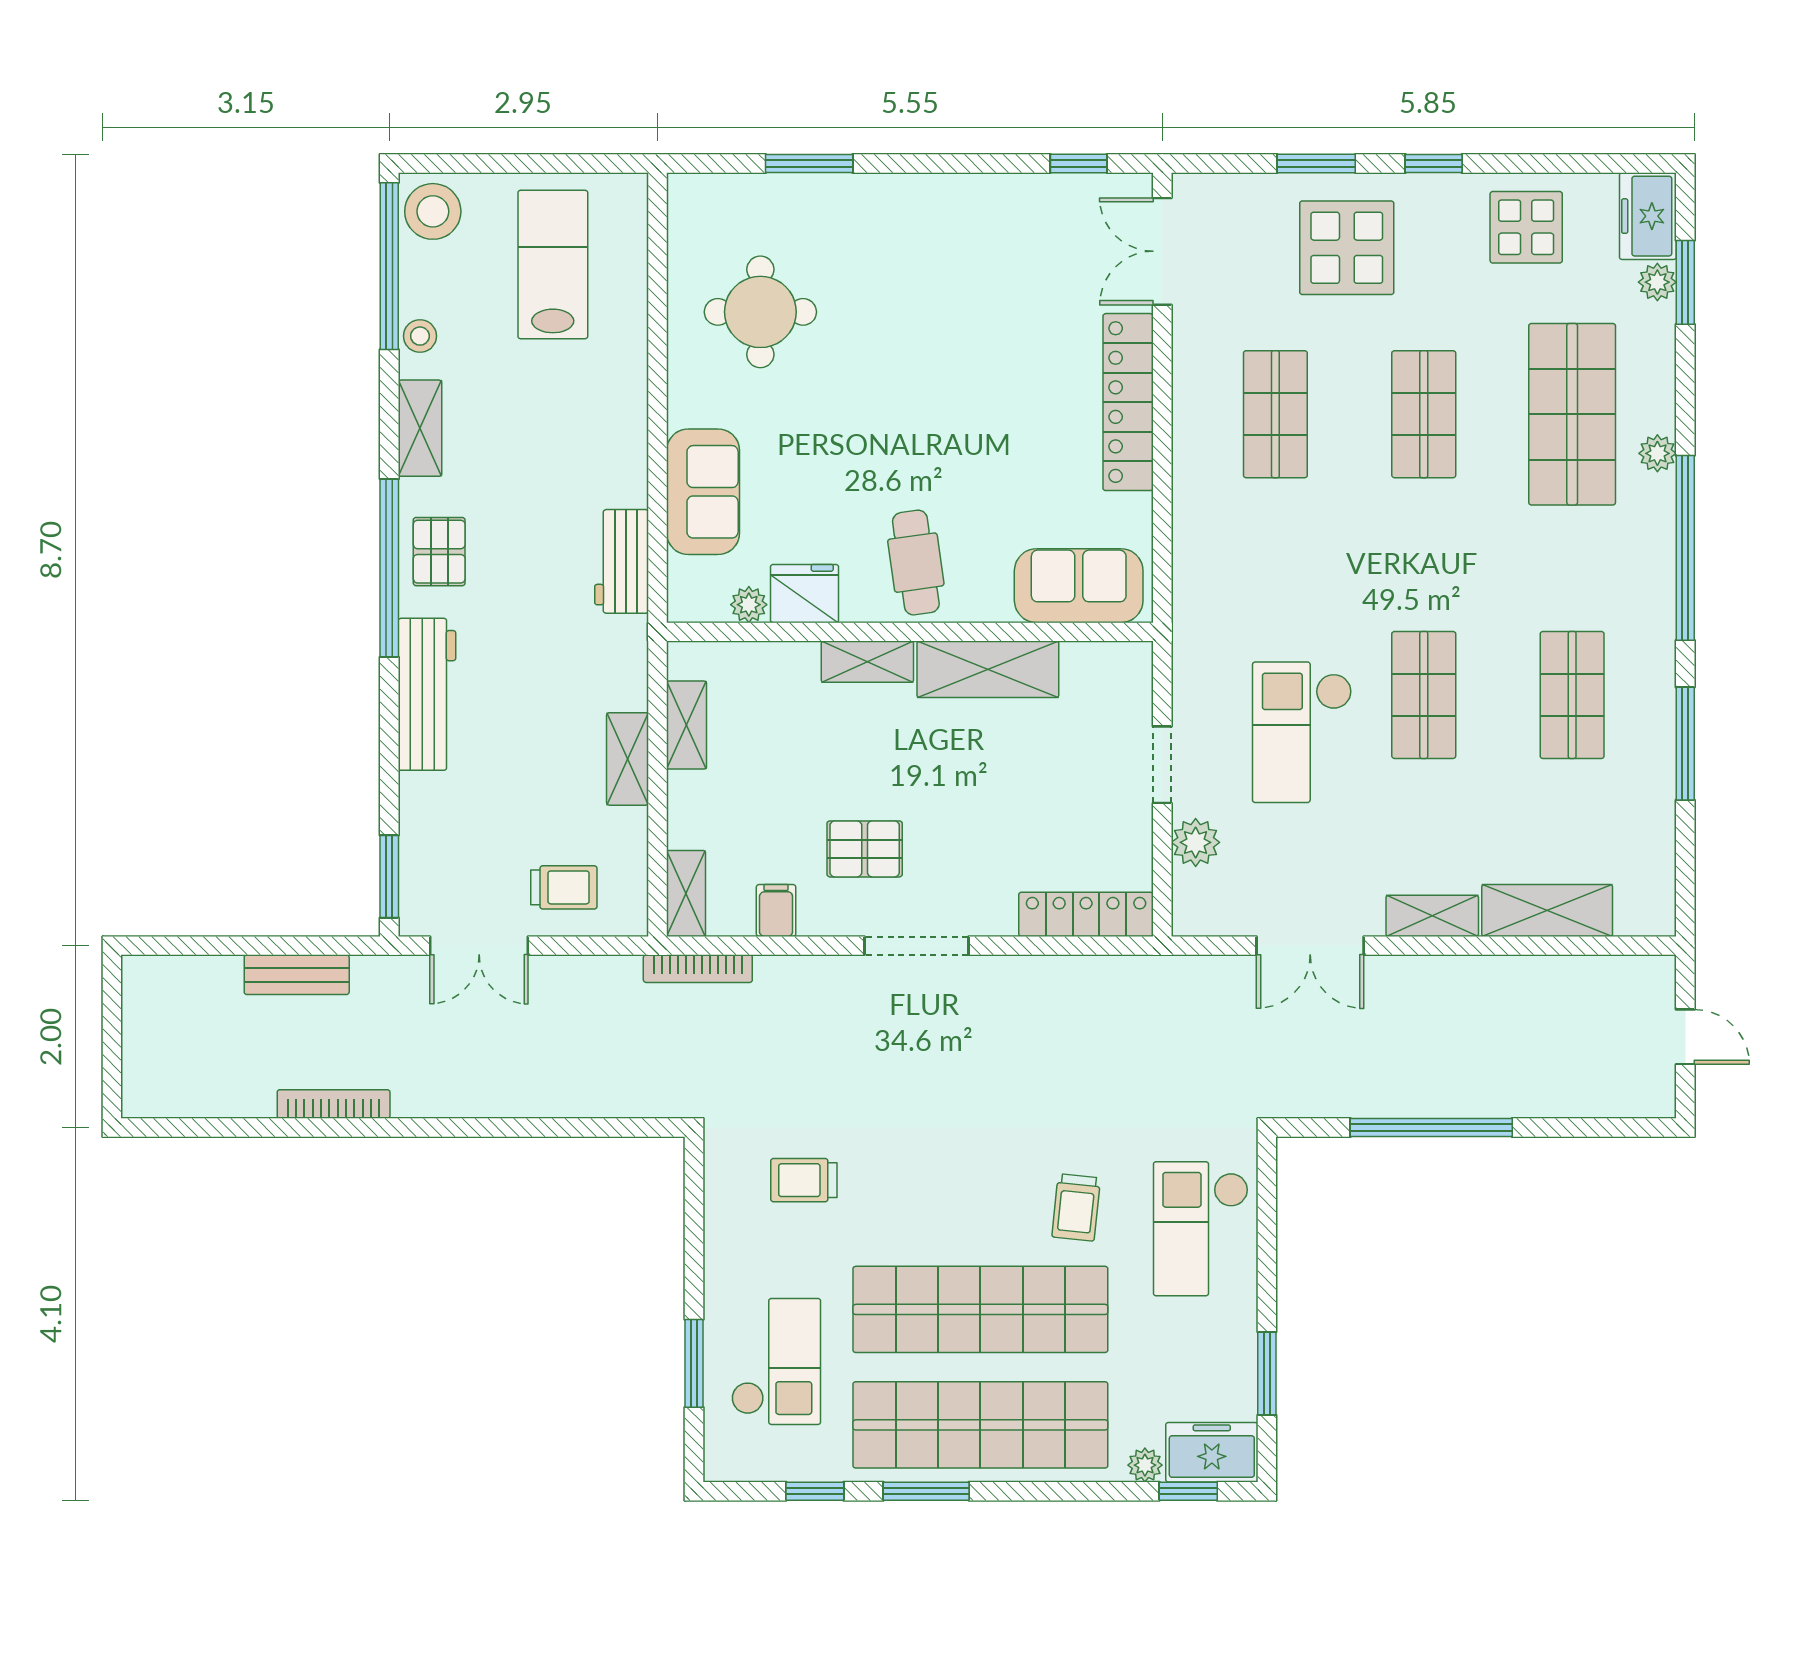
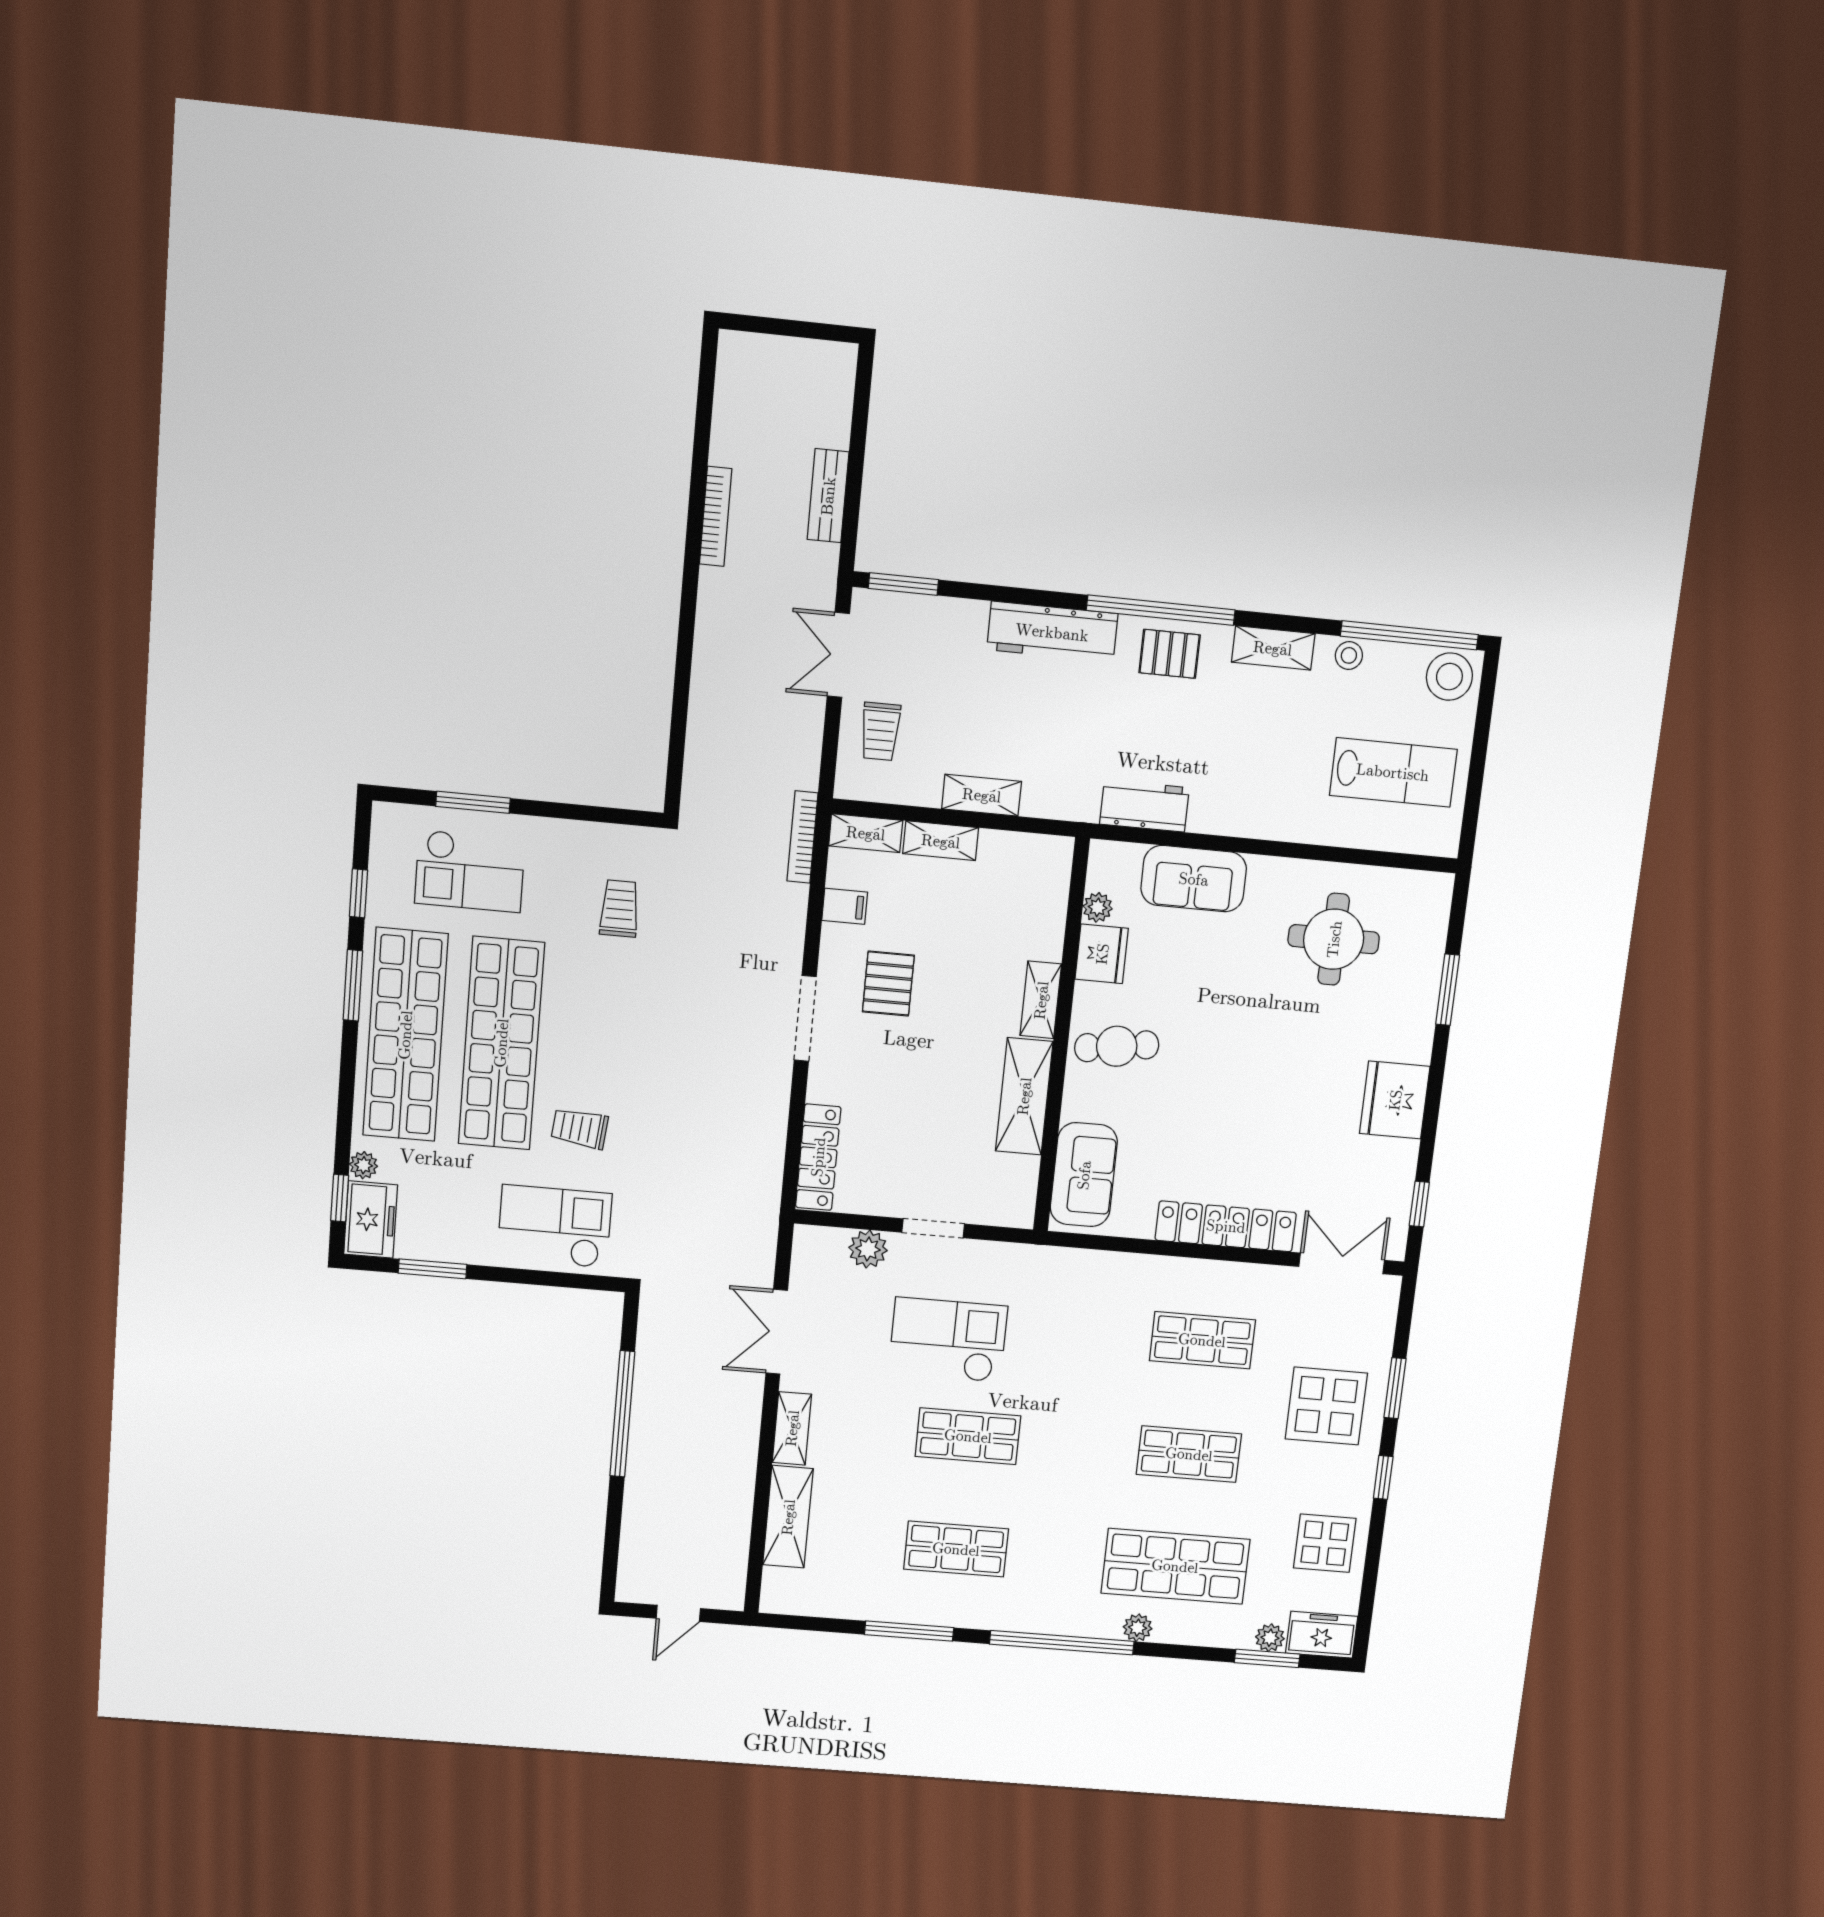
fridge: (951, 211) -> (1395, 1100), added
shelving: (687, 725) -> (941, 841), moved

